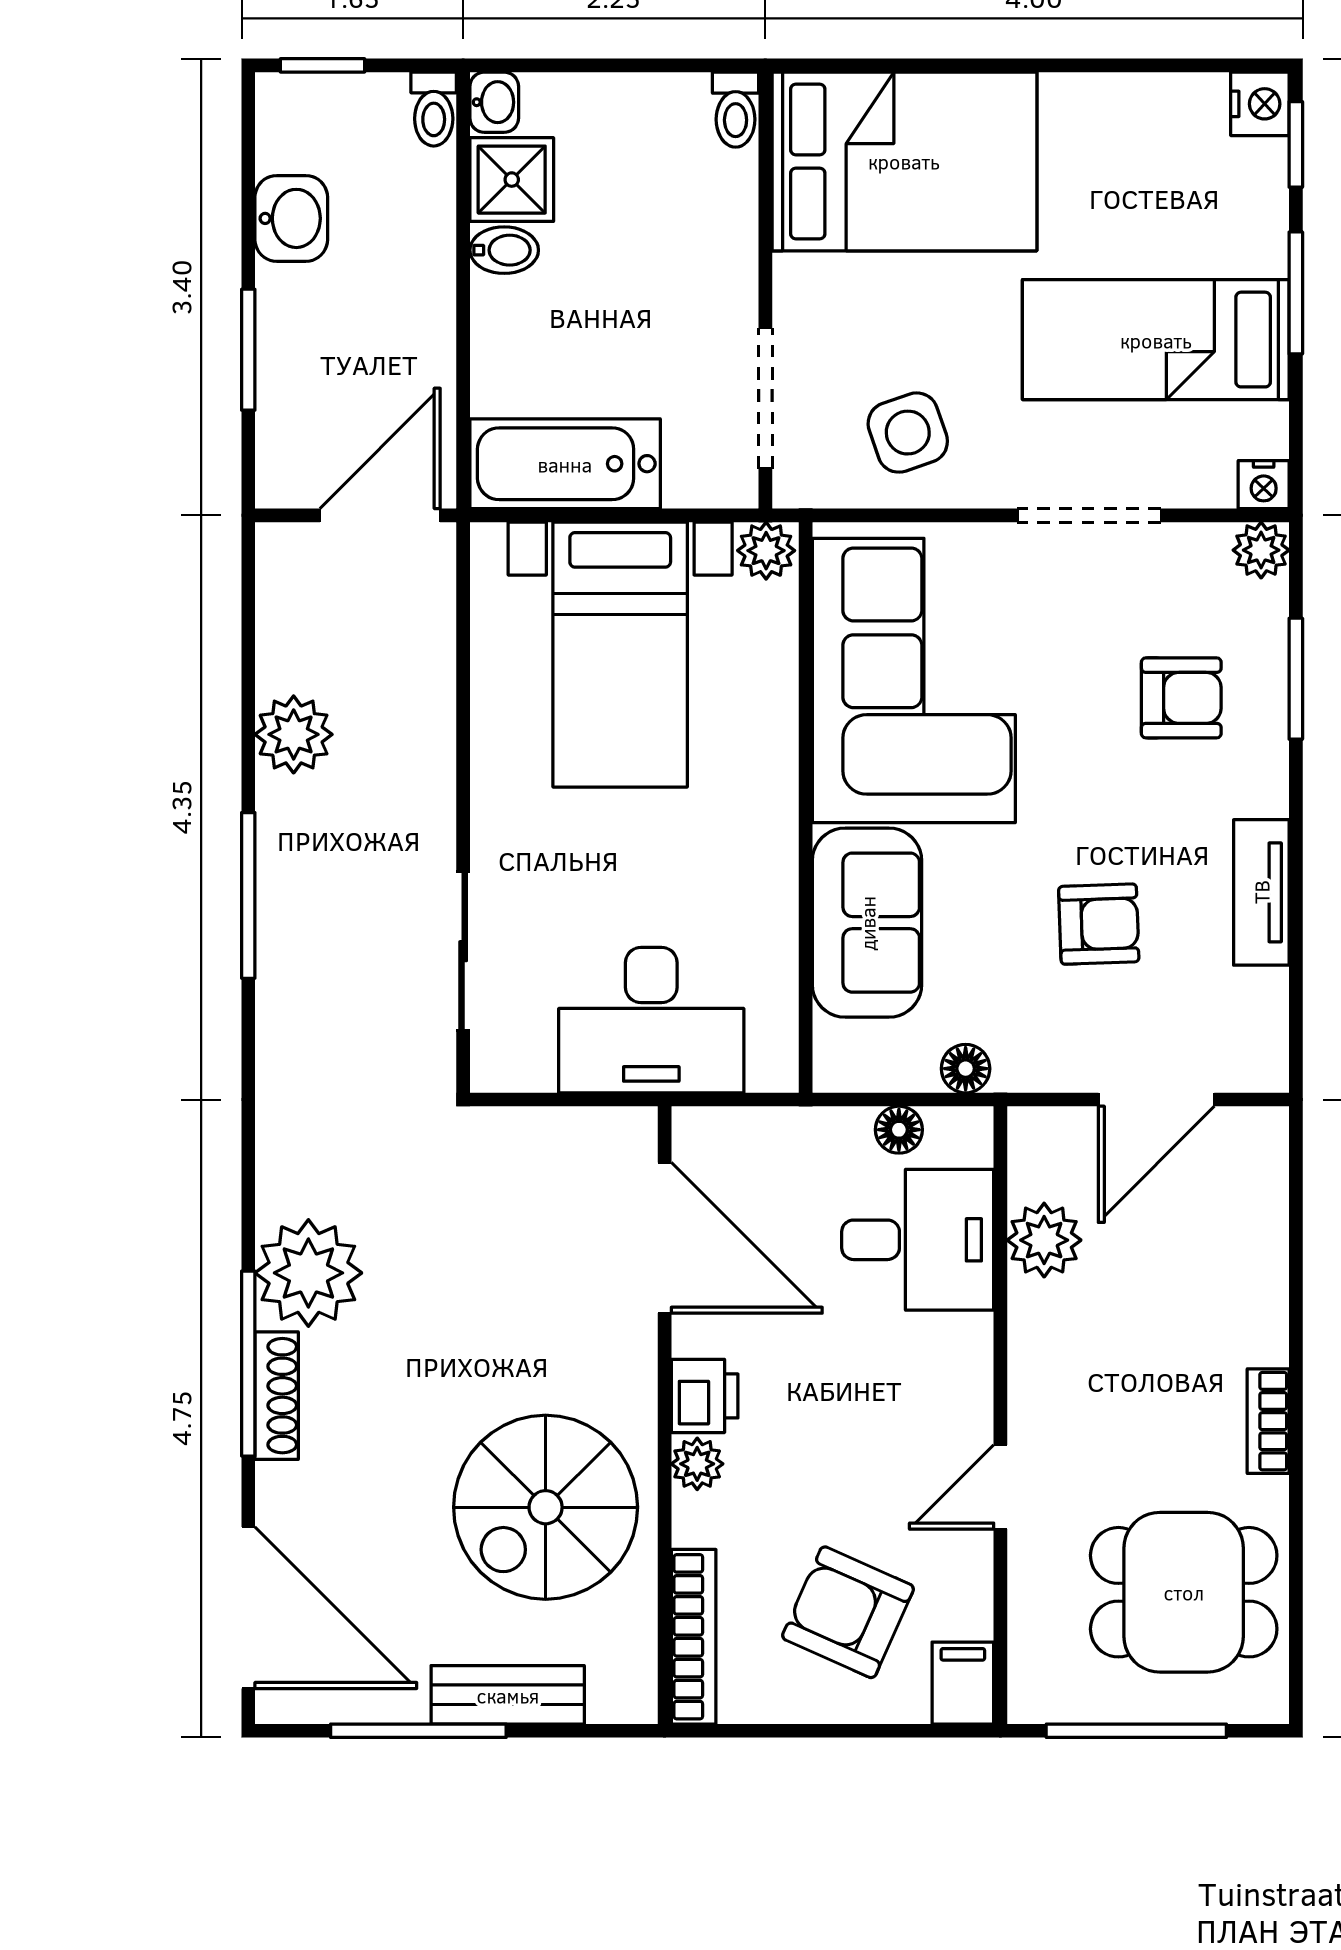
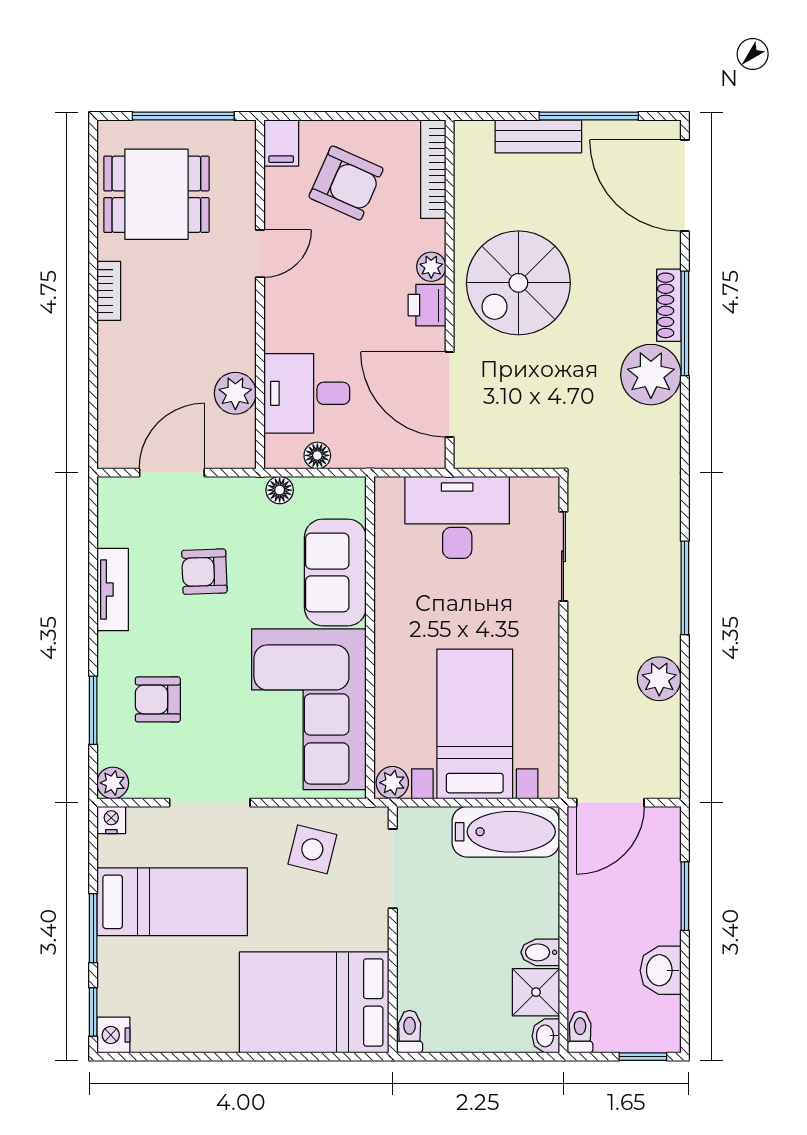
side table: (908, 433) -> (312, 849), turned 33
spiral stairs: (546, 1507) -> (518, 283), moved, turned 180

